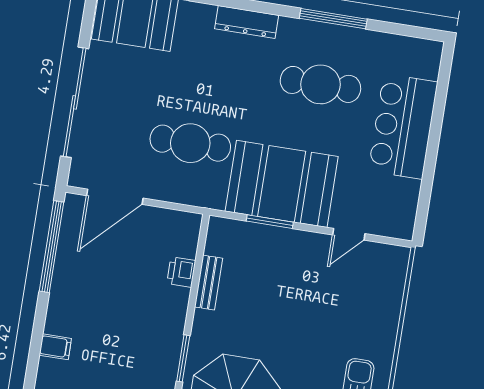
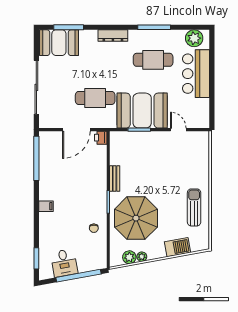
plant: (411, 54) -> (194, 38), added
door: (115, 197) -> (76, 130), moved
door: (349, 234) -> (178, 130), swing flipped
printer: (181, 272) -> (101, 138), moved
bench: (209, 283) -> (115, 178), moved

